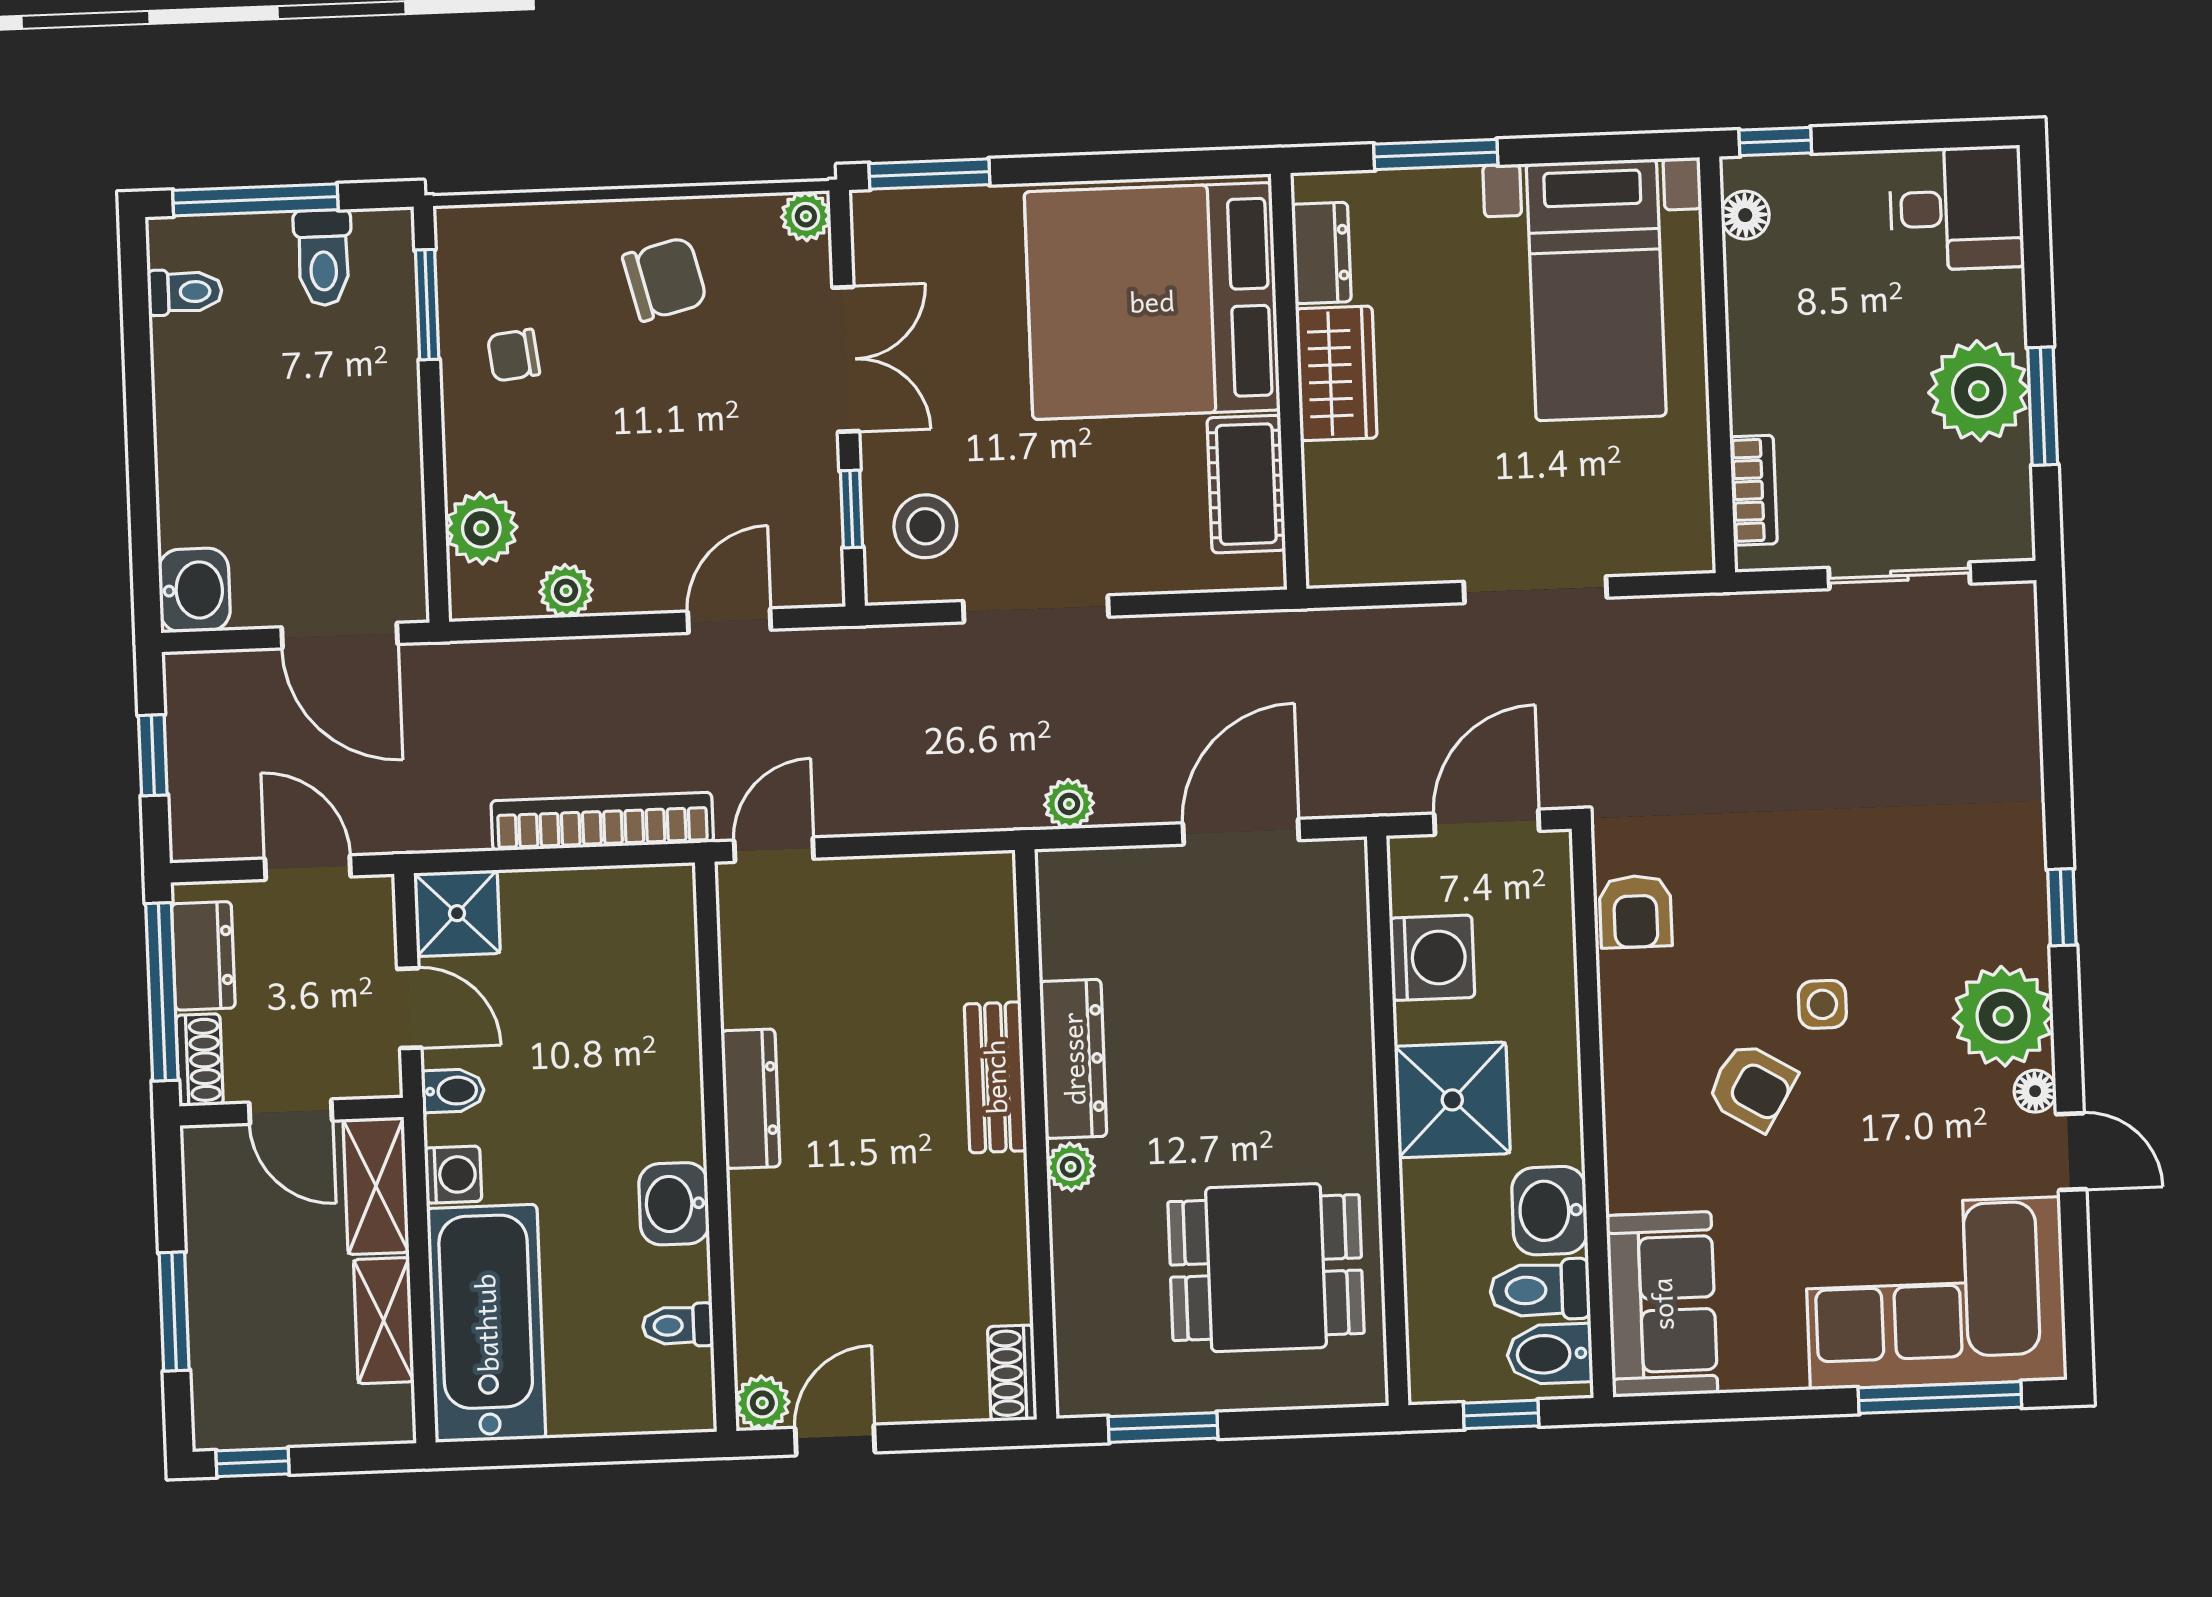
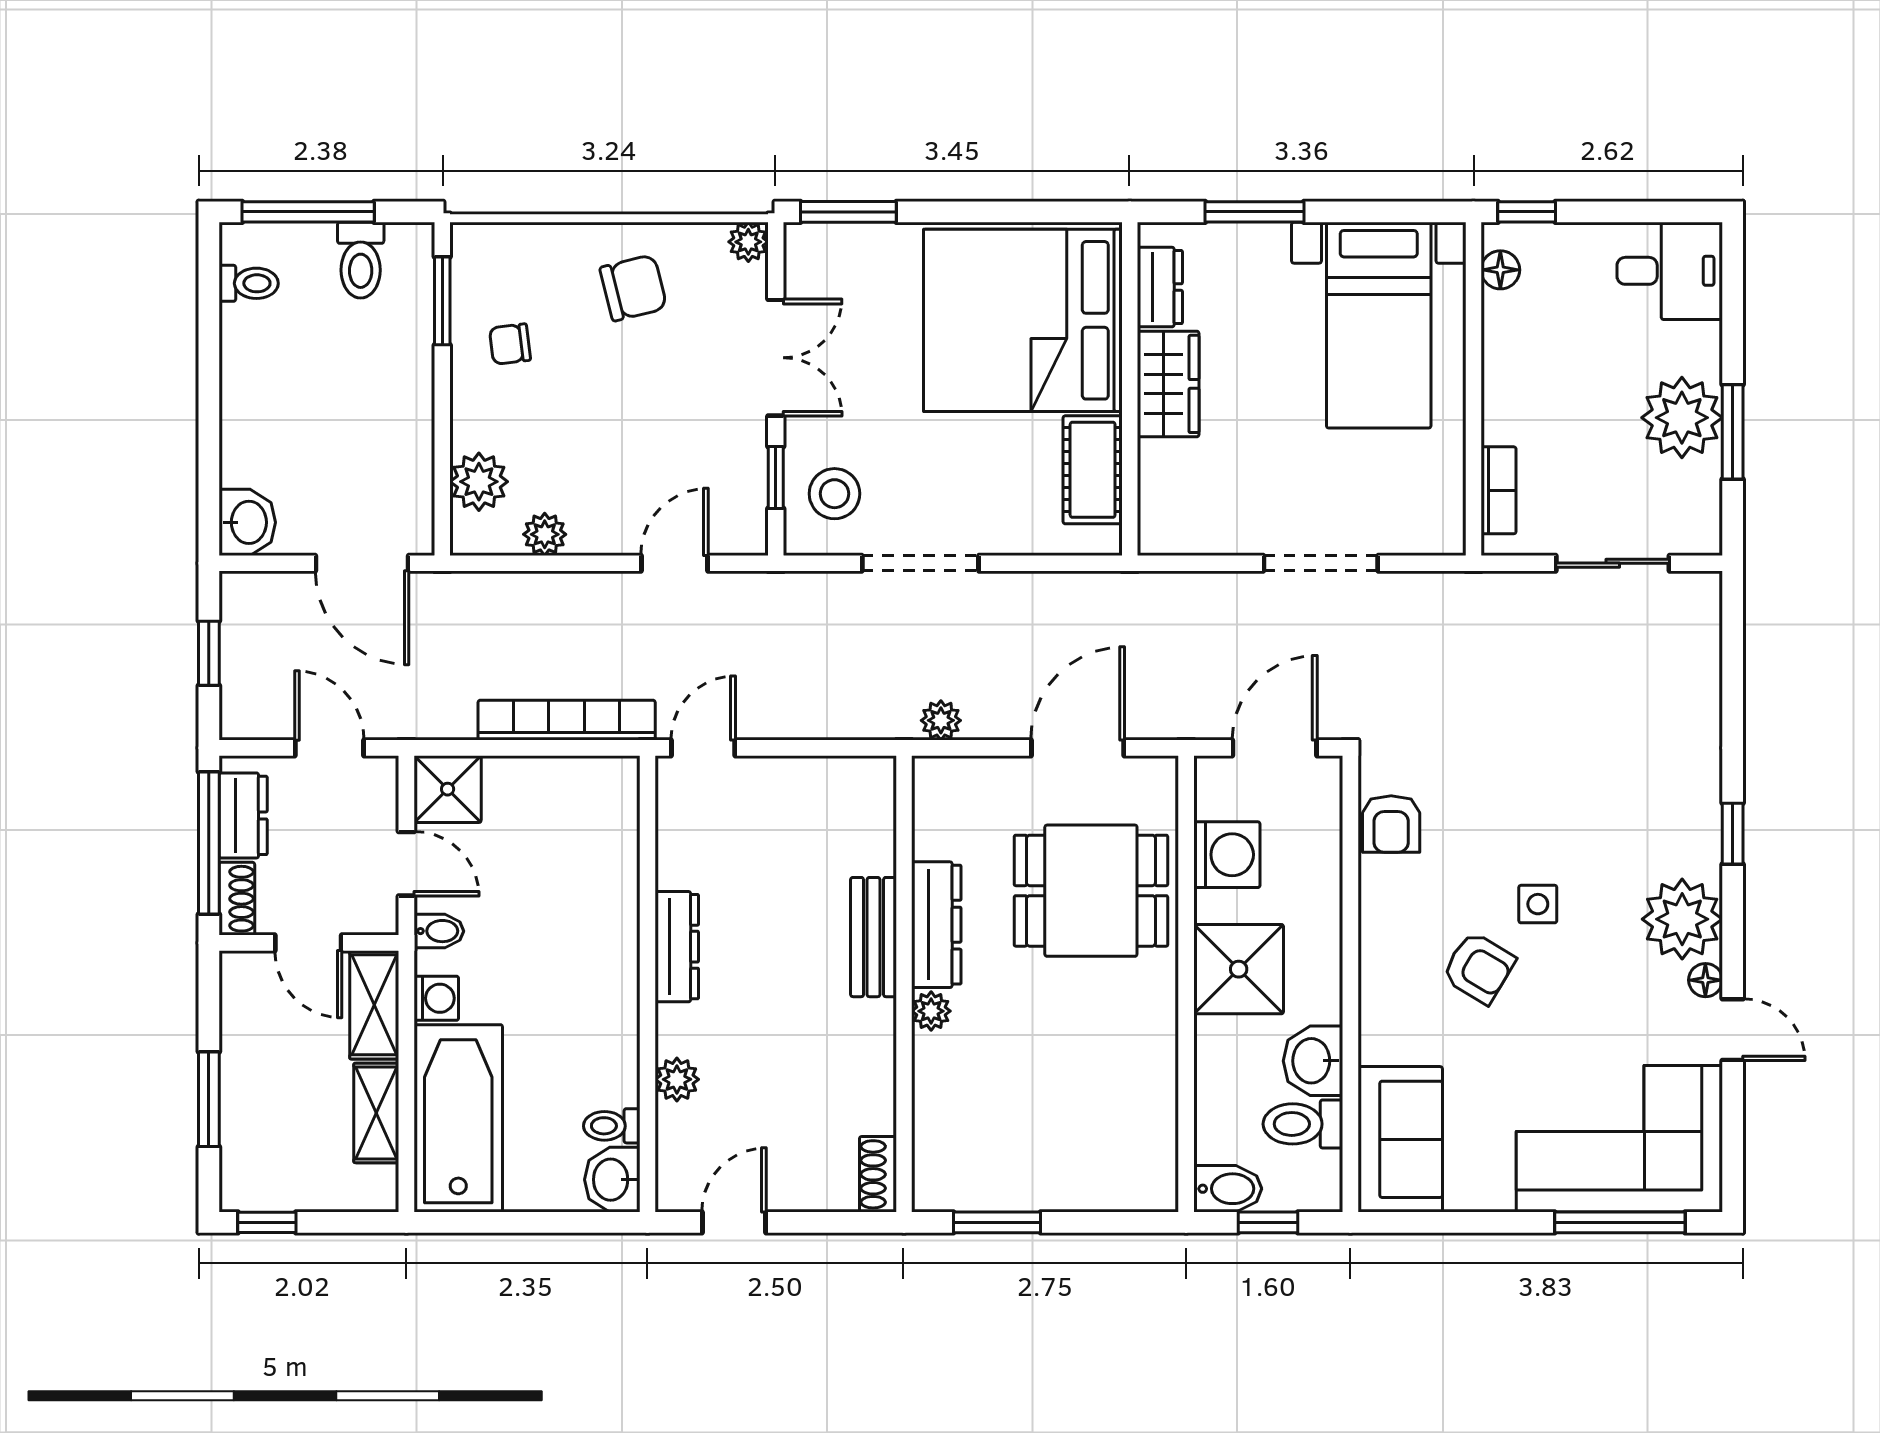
washbasin: (674, 1204) -> (612, 1180), moved
dining table: (1266, 1268) -> (1091, 891), moved
bidet: (1550, 1354) -> (1228, 1189), moved, turned 180
plant: (762, 1403) -> (677, 1079), moved

